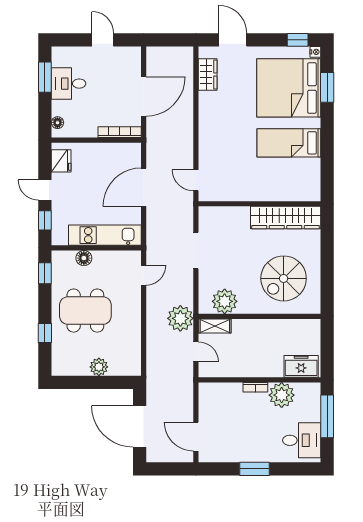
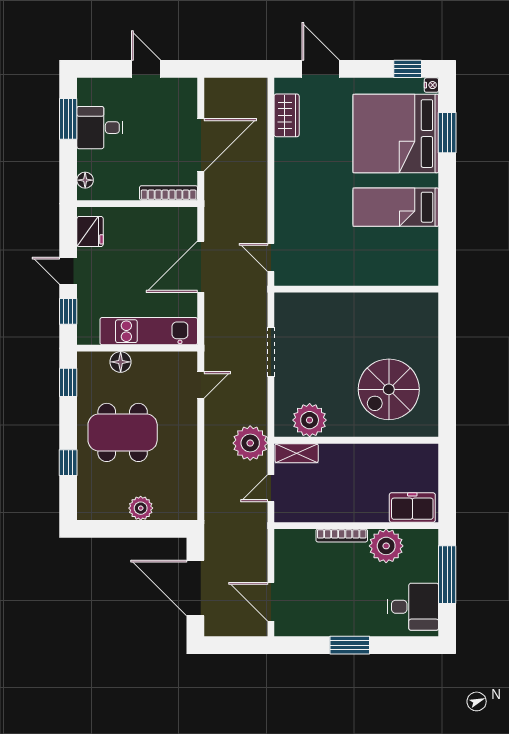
wardrobe: (286, 218) -> (391, 308), removed
door: (196, 352) -> (271, 488), swing flipped
bookcase: (255, 387) -> (342, 536), width x1.56

